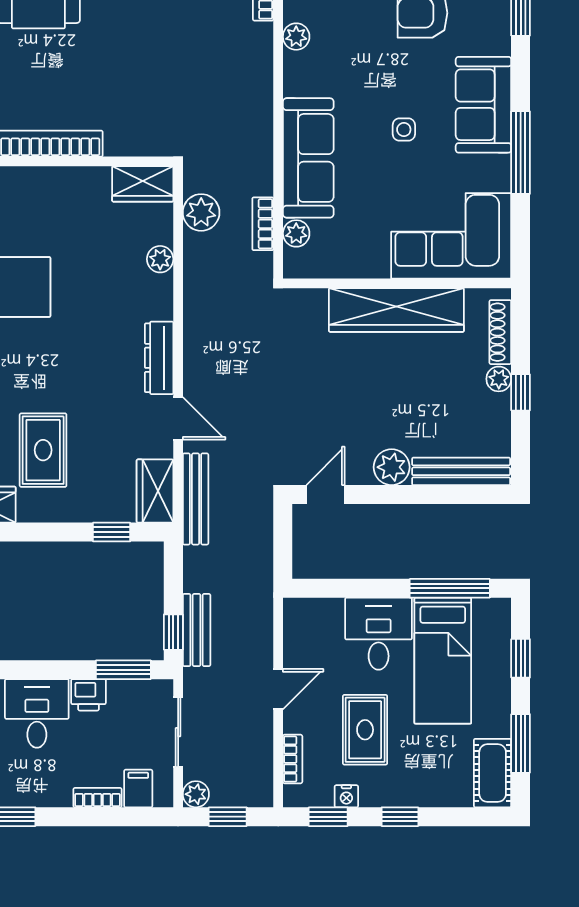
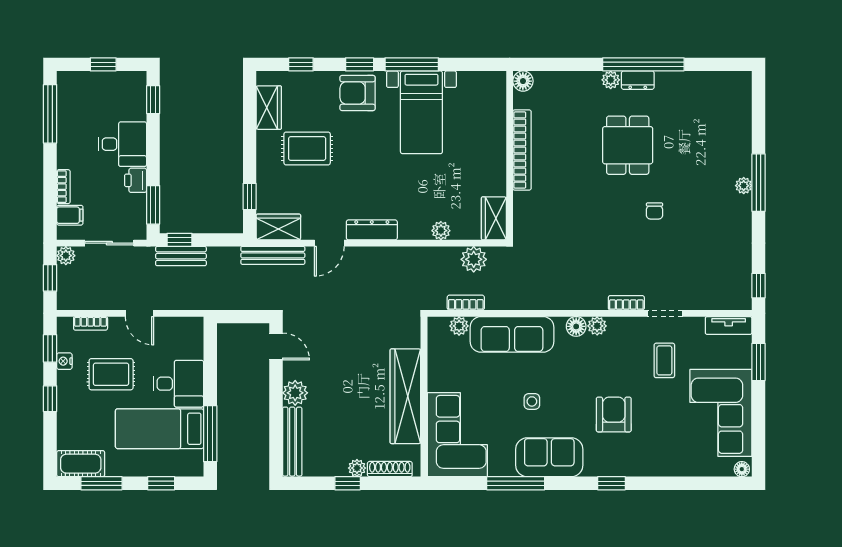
floor lamp: (297, 66) -> (576, 326), added

